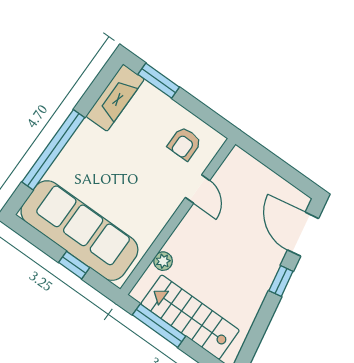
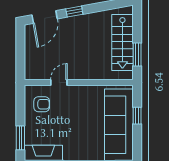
plant: (163, 261) -> (105, 74), removed
window: (159, 326) -> (137, 55), width x0.69

